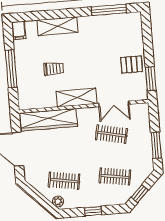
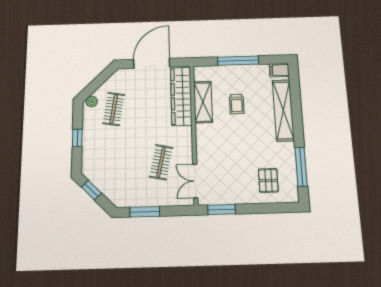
shelving: (57, 26) -> (283, 110), width x1.47
pallet: (132, 65) -> (268, 180), moved
shelving: (77, 98) -> (203, 102), moved
double door: (114, 104) -> (195, 181), moved
clothes rail: (115, 176) -> (113, 164), removed

